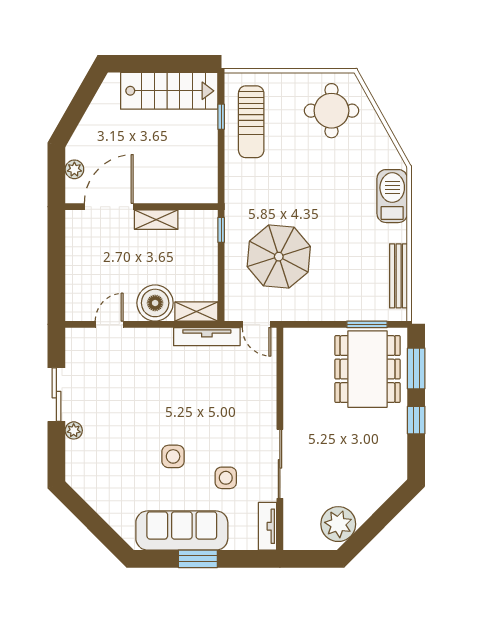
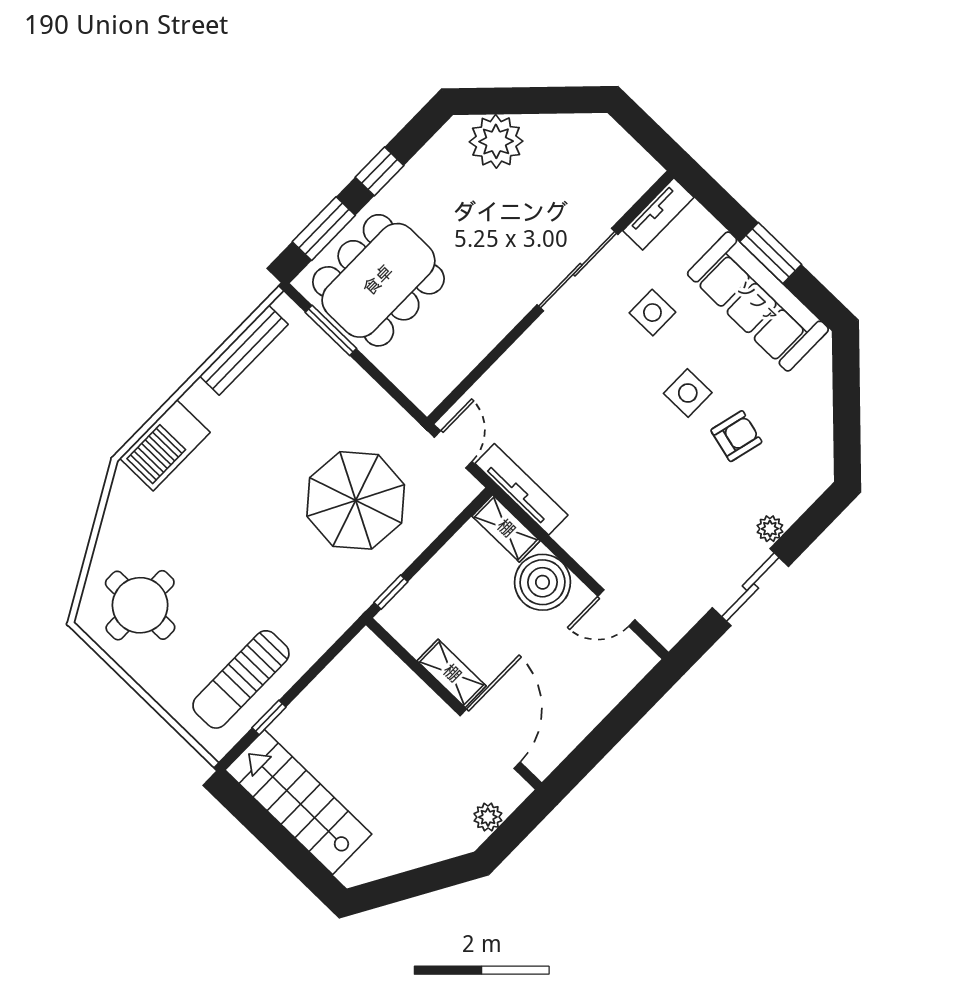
sun lounger: (251, 122) -> (241, 679), turned 180
door: (109, 207) -> (490, 739), swing flipped
armchair: (131, 458) -> (736, 436), added
plant: (338, 524) -> (496, 141), moved

